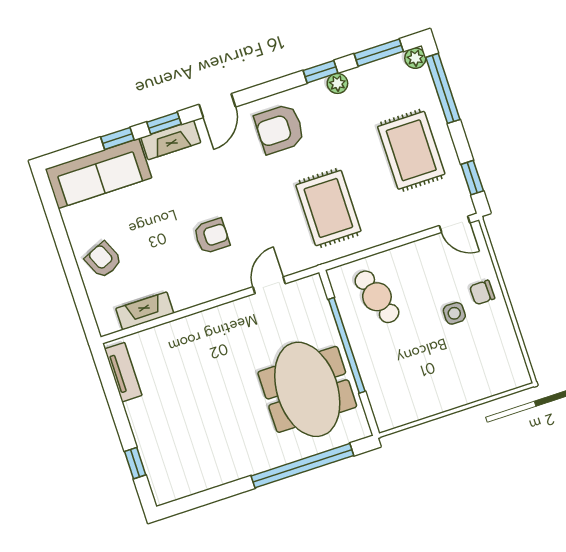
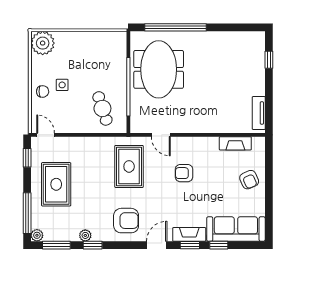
rug: (328, 208) -> (129, 166), moved
door: (269, 285) -> (161, 135), hinge flipped
plant: (508, 370) -> (43, 43), added

